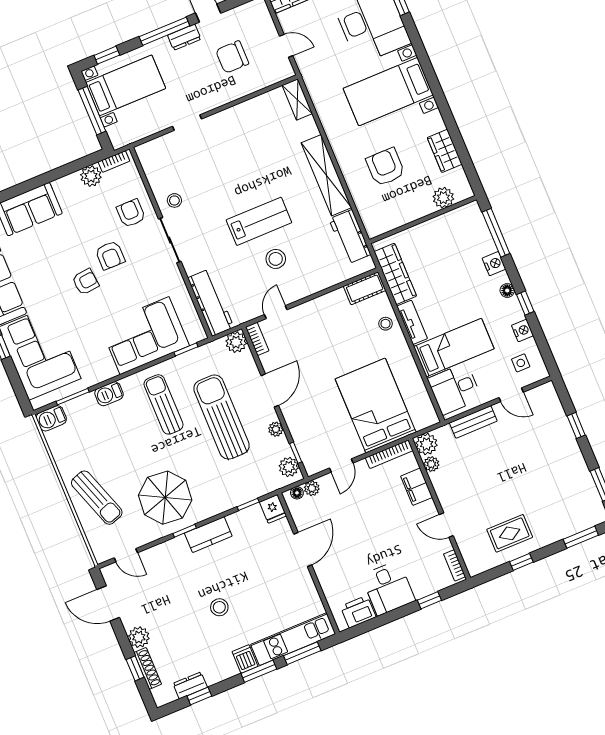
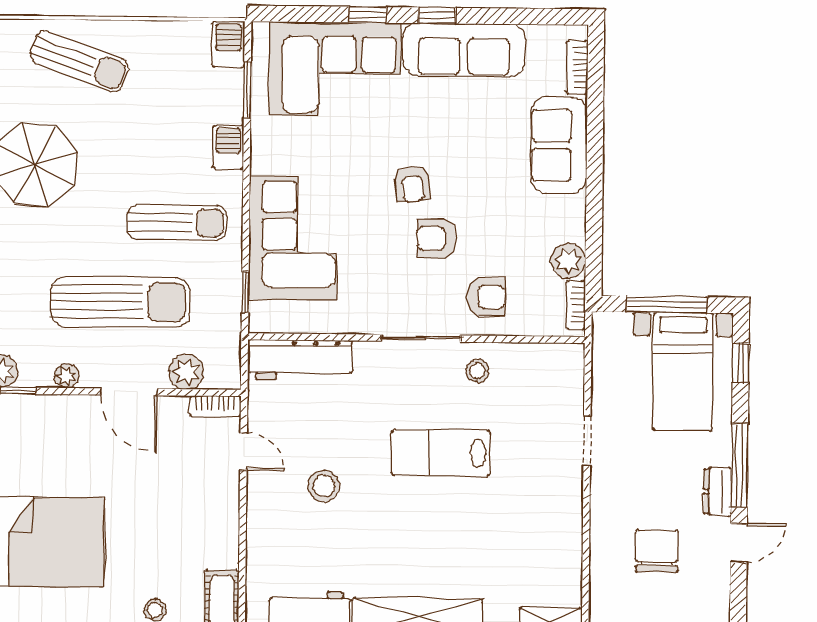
lab bench: (259, 221) -> (441, 453), moved, turned 90
plant: (236, 342) -> (186, 372), moved
sun lounger: (97, 498) -> (79, 61), turned -141

